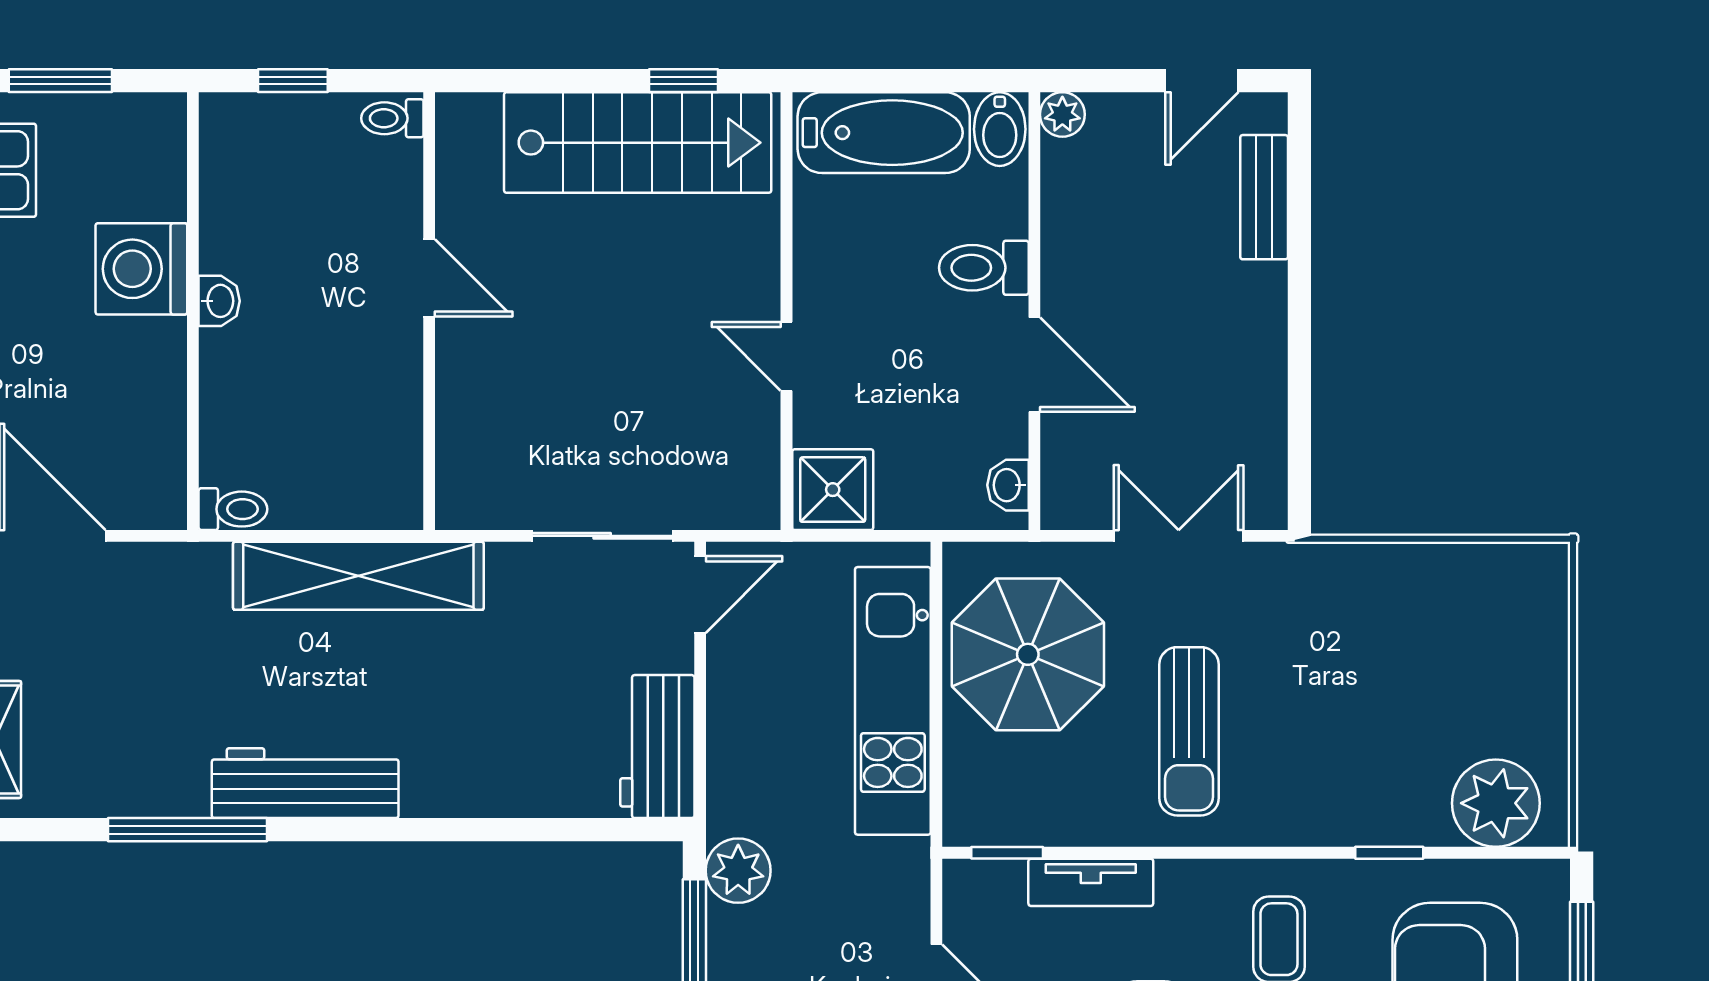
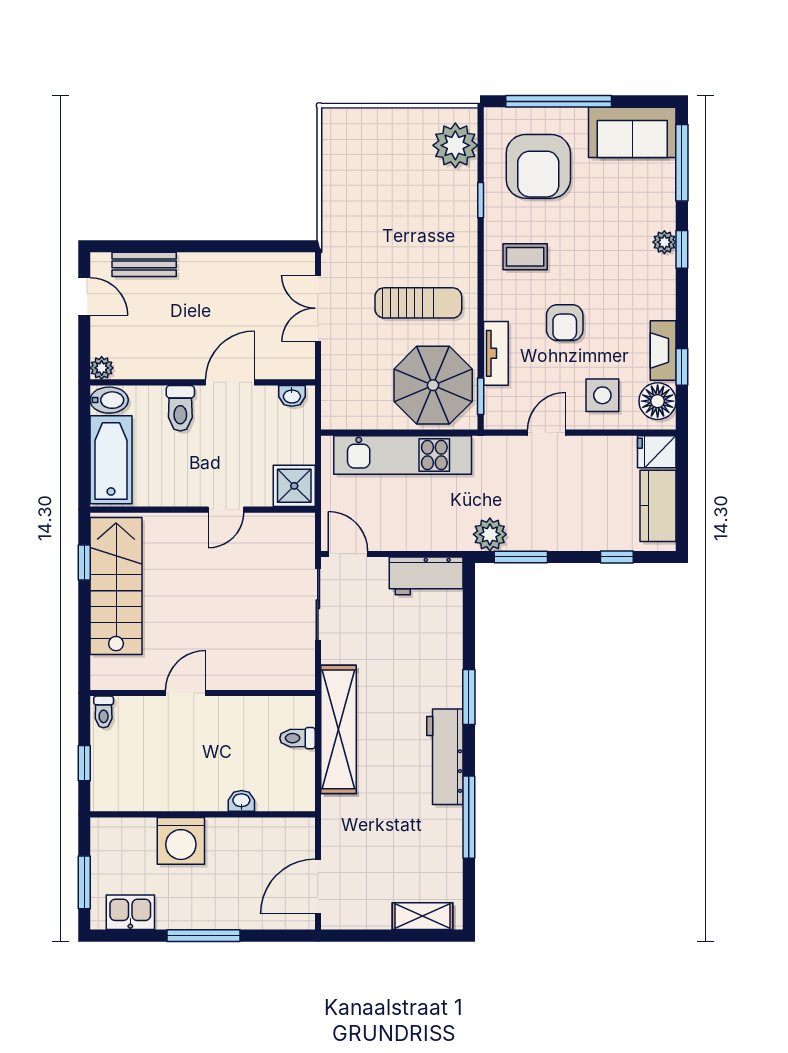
washbasin: (219, 301) -> (241, 801), moved
toilet: (233, 509) -> (297, 738), moved, turned -90
parasol: (1028, 654) -> (433, 385), moved
window: (421, 830) -> (469, 697), added

